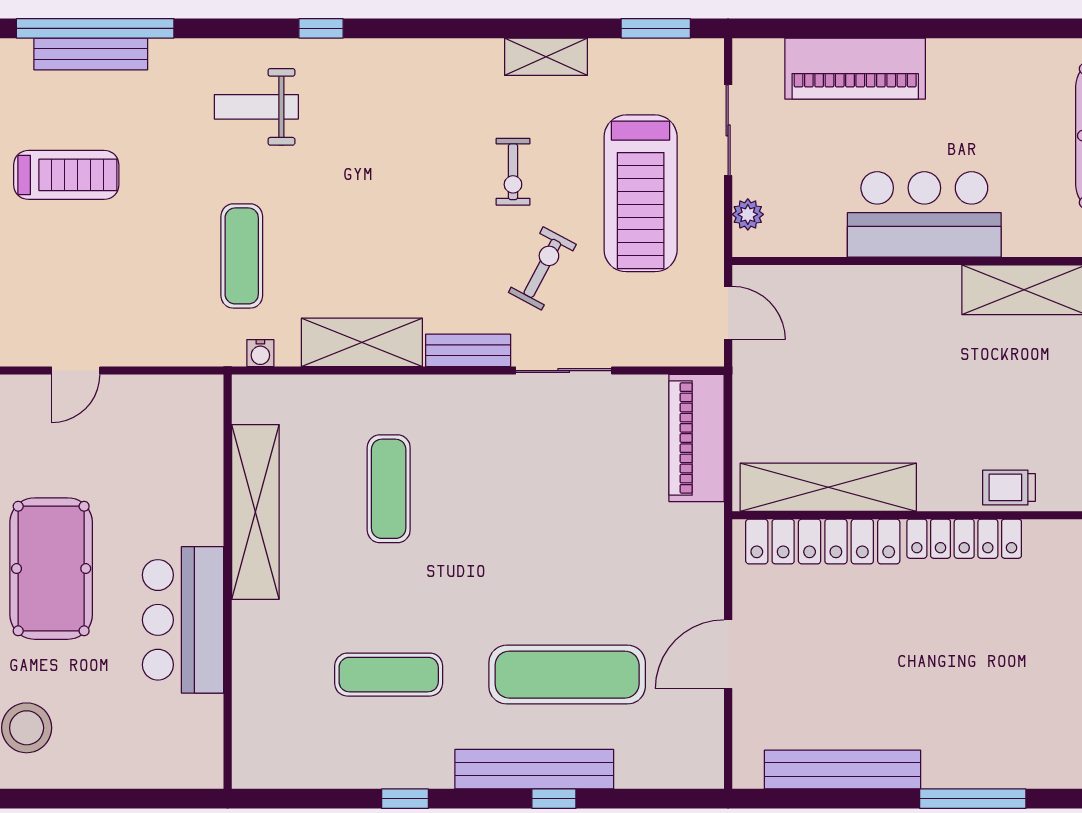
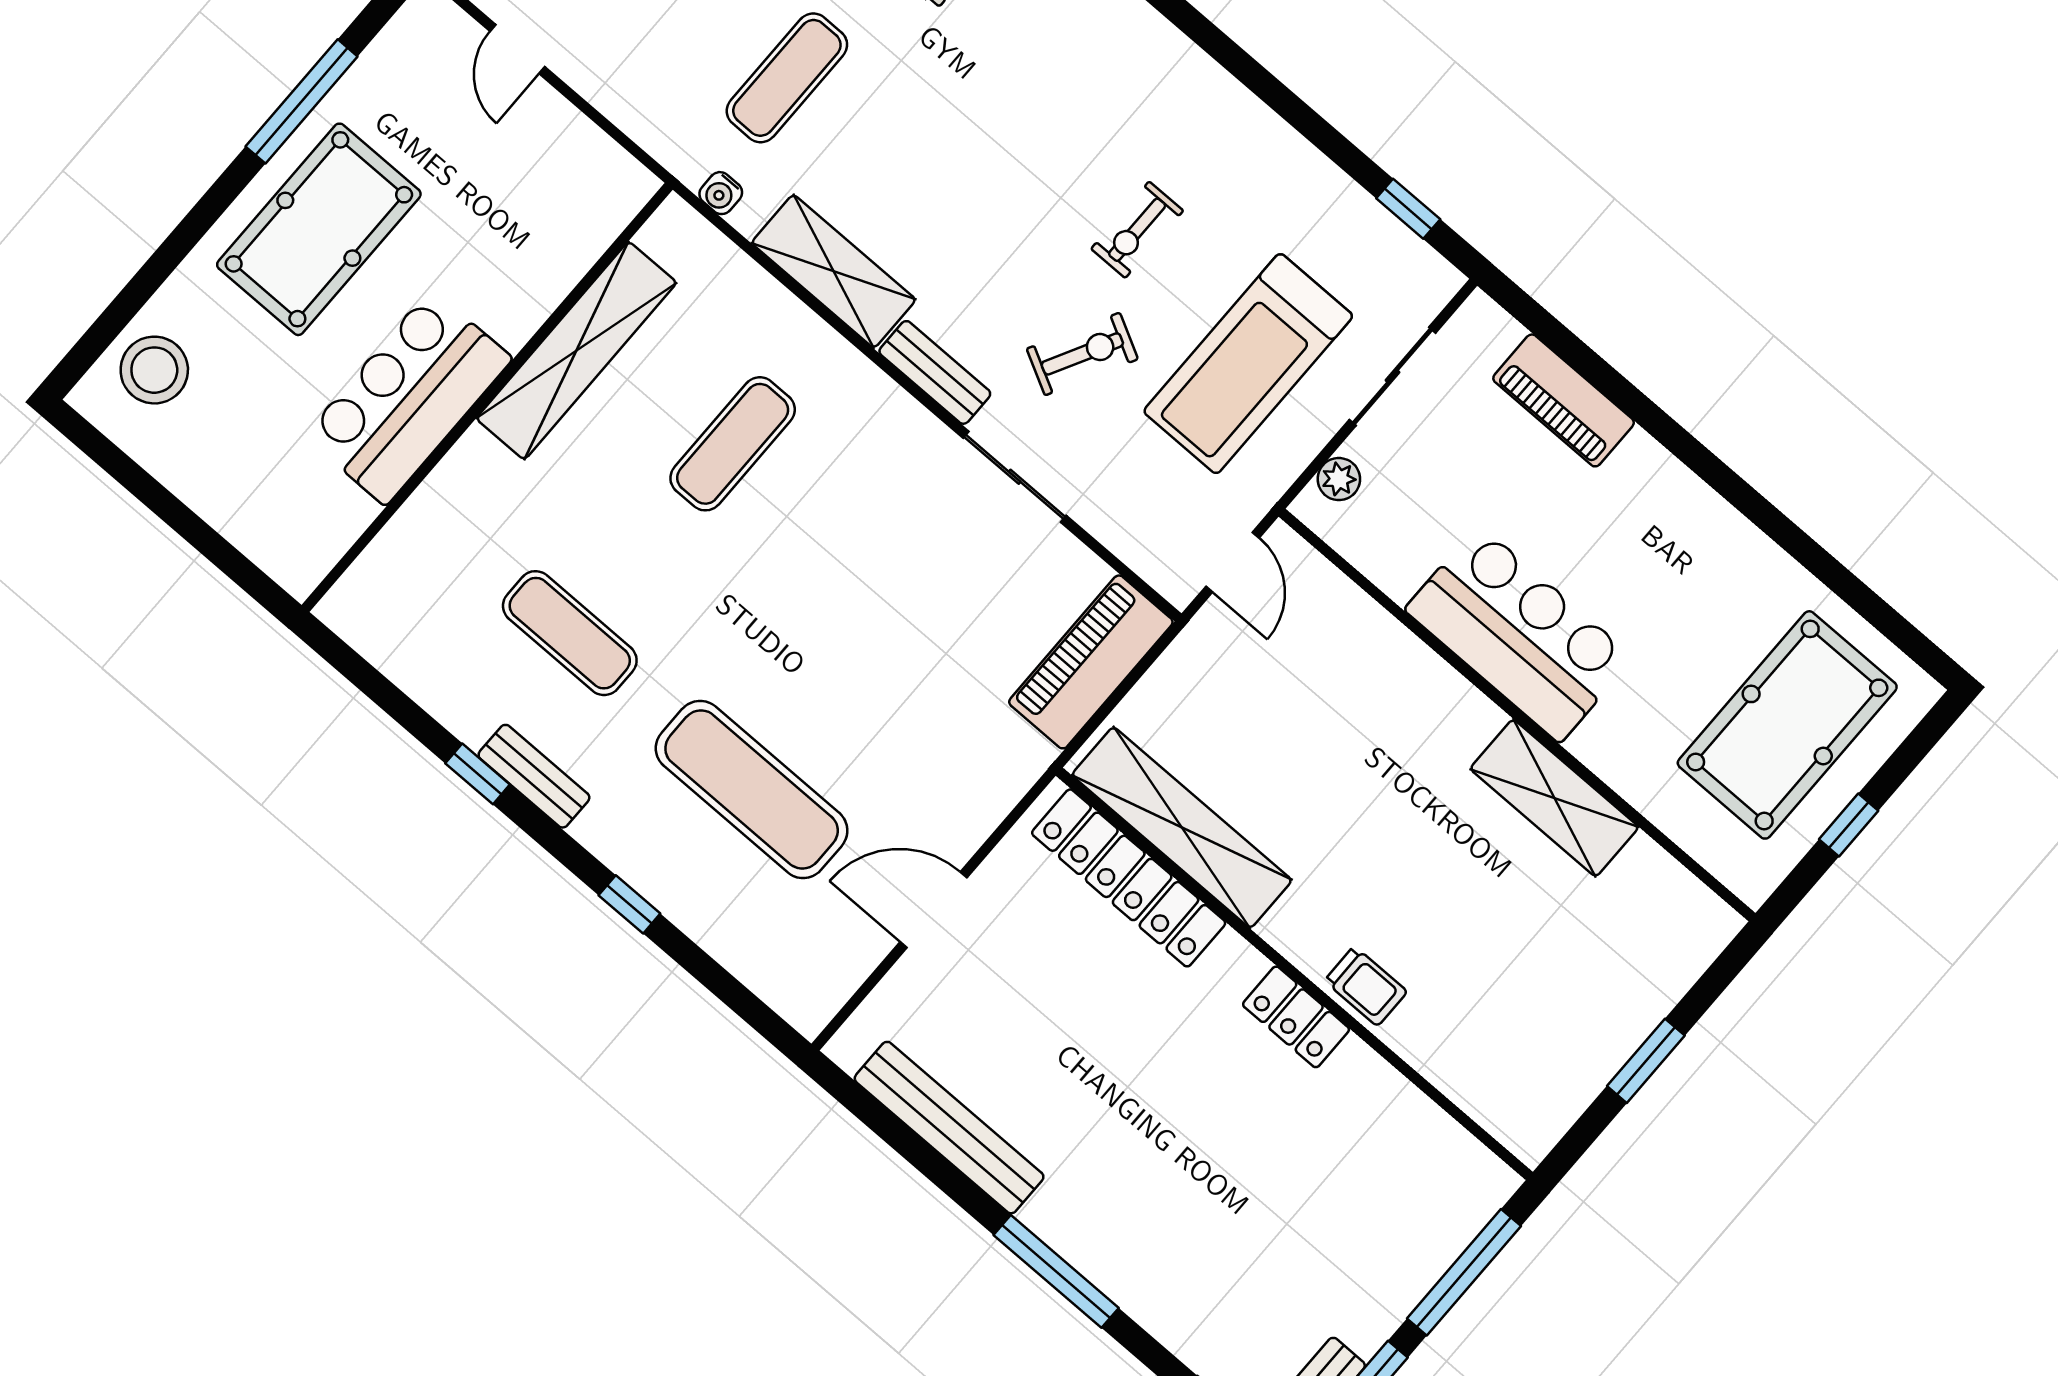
window: (656, 28) -> (1408, 209), width x0.67
shelving: (546, 57) -> (1271, 142), removed
piano: (855, 69) -> (1564, 400), width x0.73, depth x0.75
door: (76, 371) -> (517, 49), hinge flipped
trolley: (1009, 487) -> (1366, 986), turned 180
locker: (964, 539) -> (1296, 1017), width x0.66
bench: (534, 769) -> (534, 776), moved, width x0.54, depth x0.82

